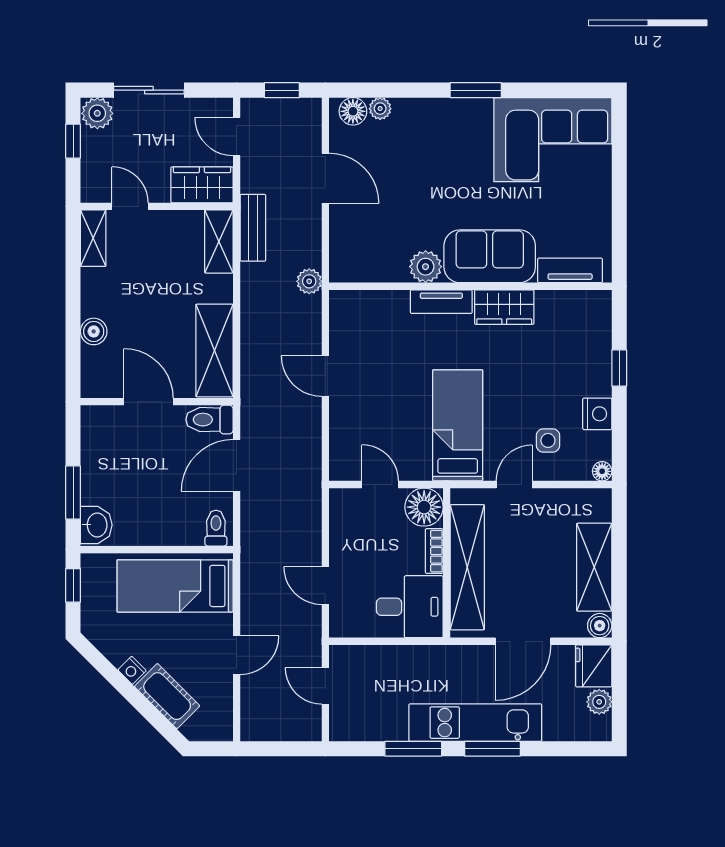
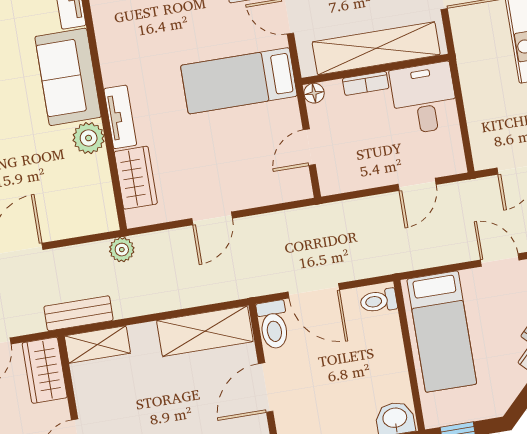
wardrobe: (504, 307) -> (136, 178), moved
floor lamp: (424, 507) -> (314, 93), width x0.53, depth x0.53

